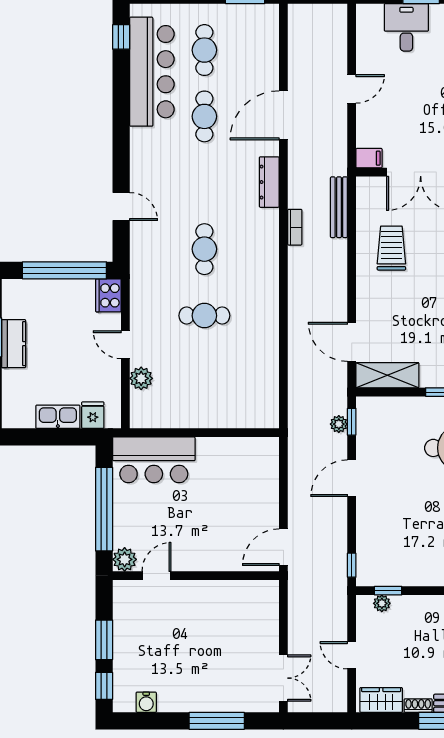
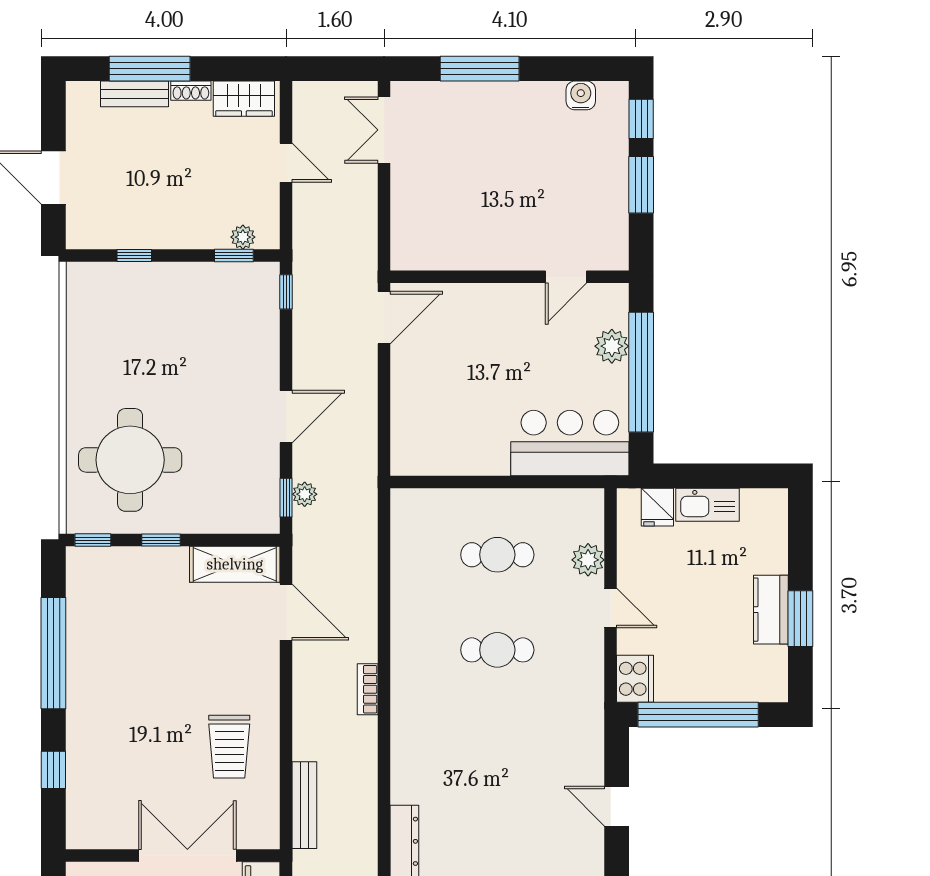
bookcase: (295, 227) -> (368, 689), moved
cafe table: (204, 249) -> (497, 555), moved, turned 90
plant: (125, 559) -> (612, 346), moved

